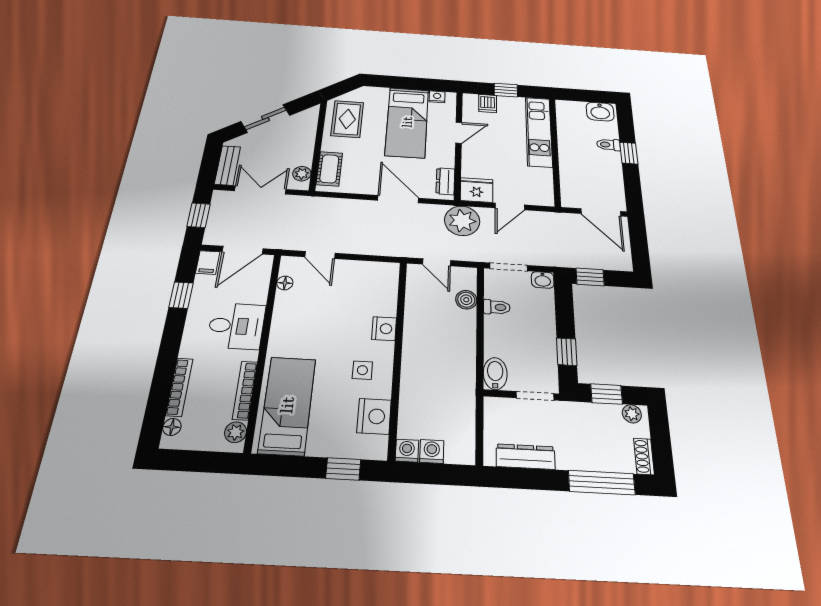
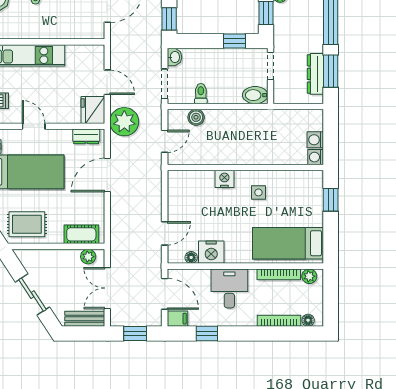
nightstand: (374, 416) -> (211, 252), moved, turned 180
window: (530, 479) -> (331, 71), added

